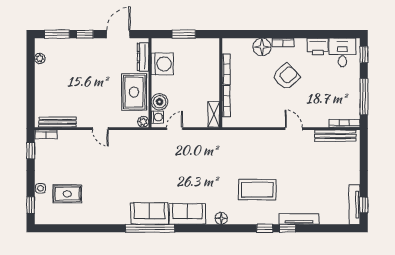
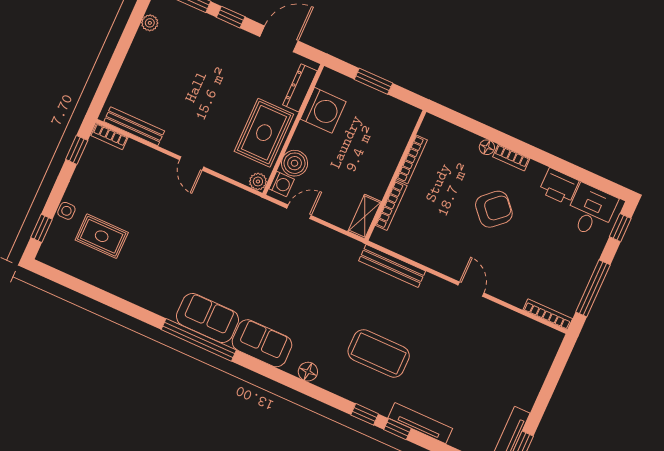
floor lamp: (262, 47) -> (487, 147), width x0.53, depth x0.53
bench: (335, 136) -> (392, 266), moved

